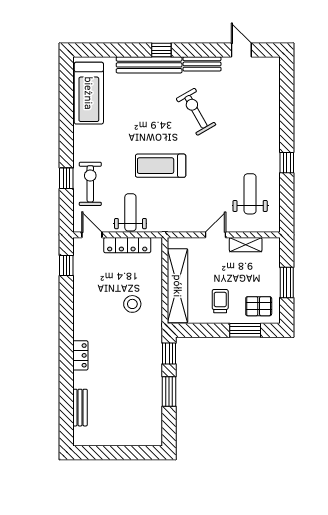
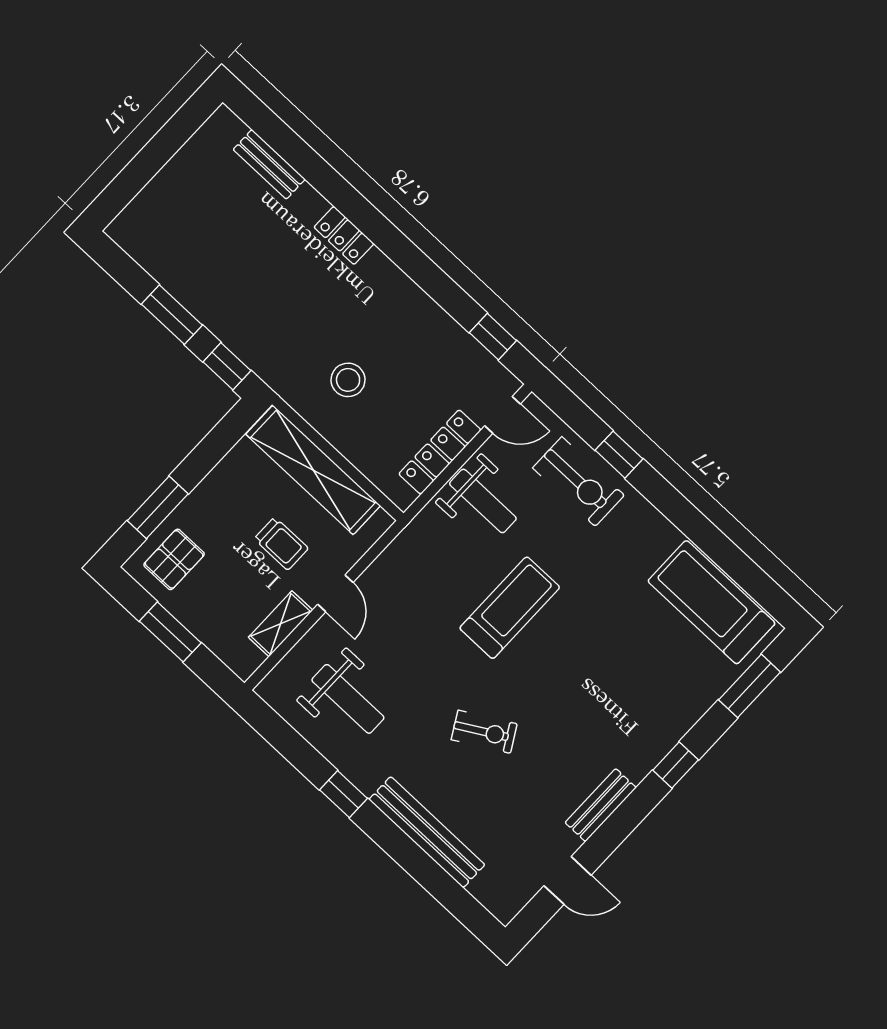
window: (107, 50) -> (750, 686), added
bench: (149, 65) -> (427, 832), moved, turned 90
exercise bike: (196, 112) -> (484, 732), moved, width x0.73, depth x0.72
trolley: (220, 301) -> (281, 544), moved

